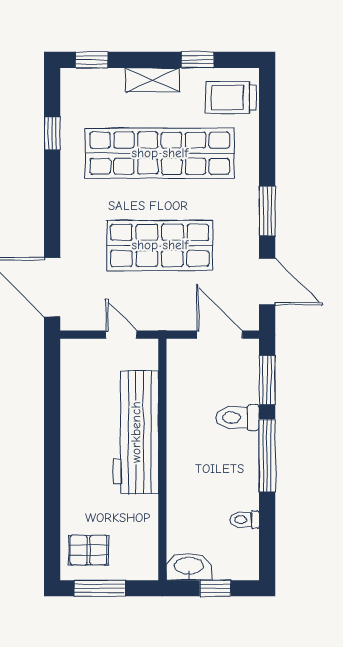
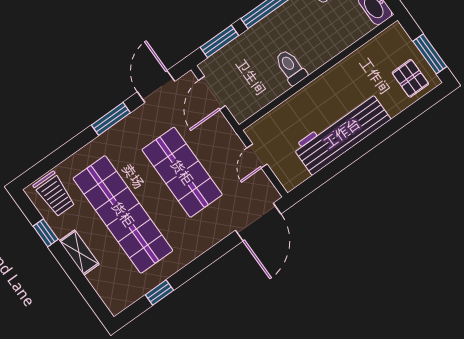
window: (92, 60) -> (94, 301), removed
toilet: (237, 418) -> (291, 67), moved, turned 180
workbench: (136, 432) -> (342, 133), moved, turned 180

